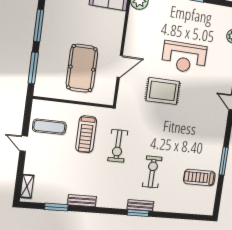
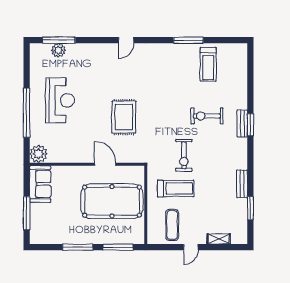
reception desk: (184, 57) -> (60, 100), moved
pool table: (82, 68) -> (112, 201), width x1.36, depth x1.32
exercise bike: (118, 146) -> (184, 155), turned 90
shelving: (27, 186) -> (219, 239), moved

